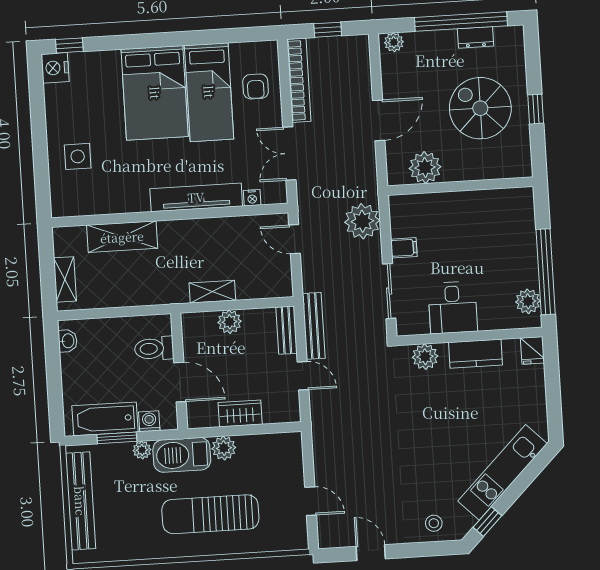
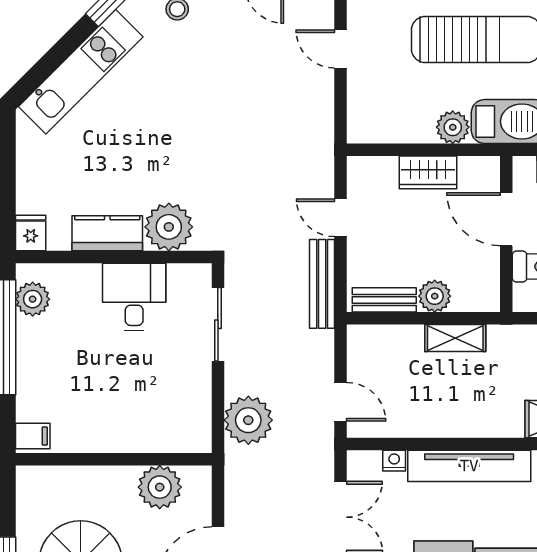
filing cabinet: (404, 248) -> (33, 436), moved, turned 180
bench: (286, 330) -> (384, 300), moved, turned 90
plant: (425, 357) -> (169, 227), width x1.36, depth x1.36

